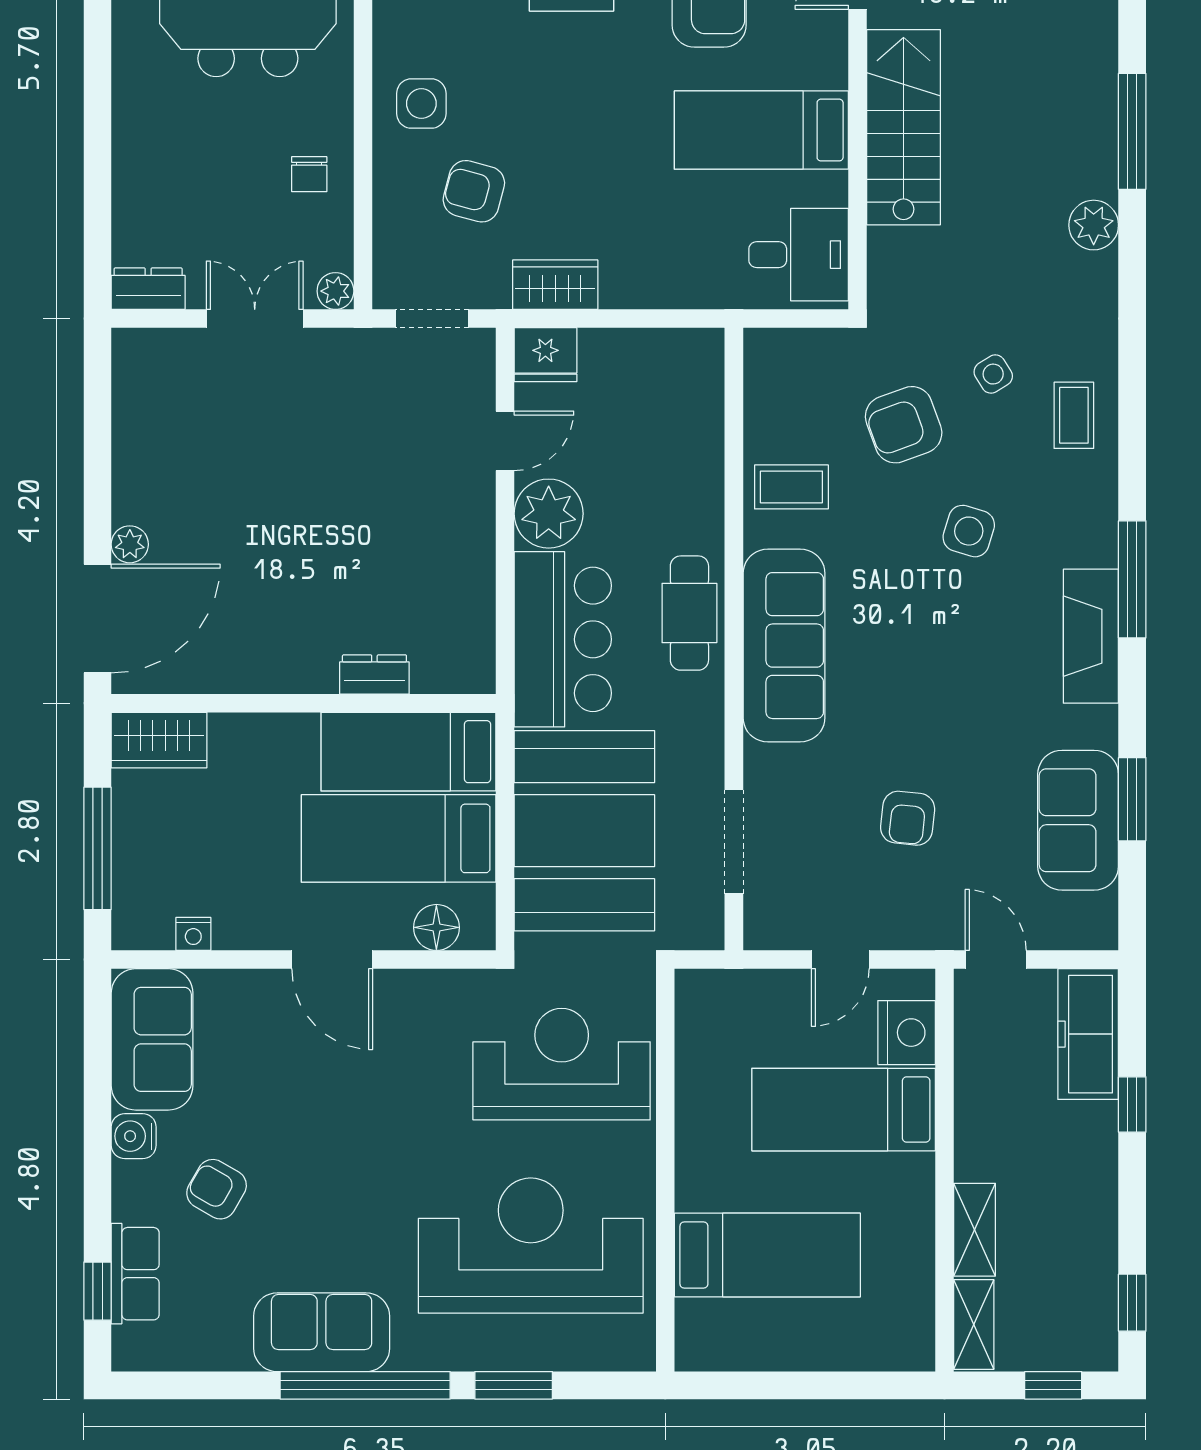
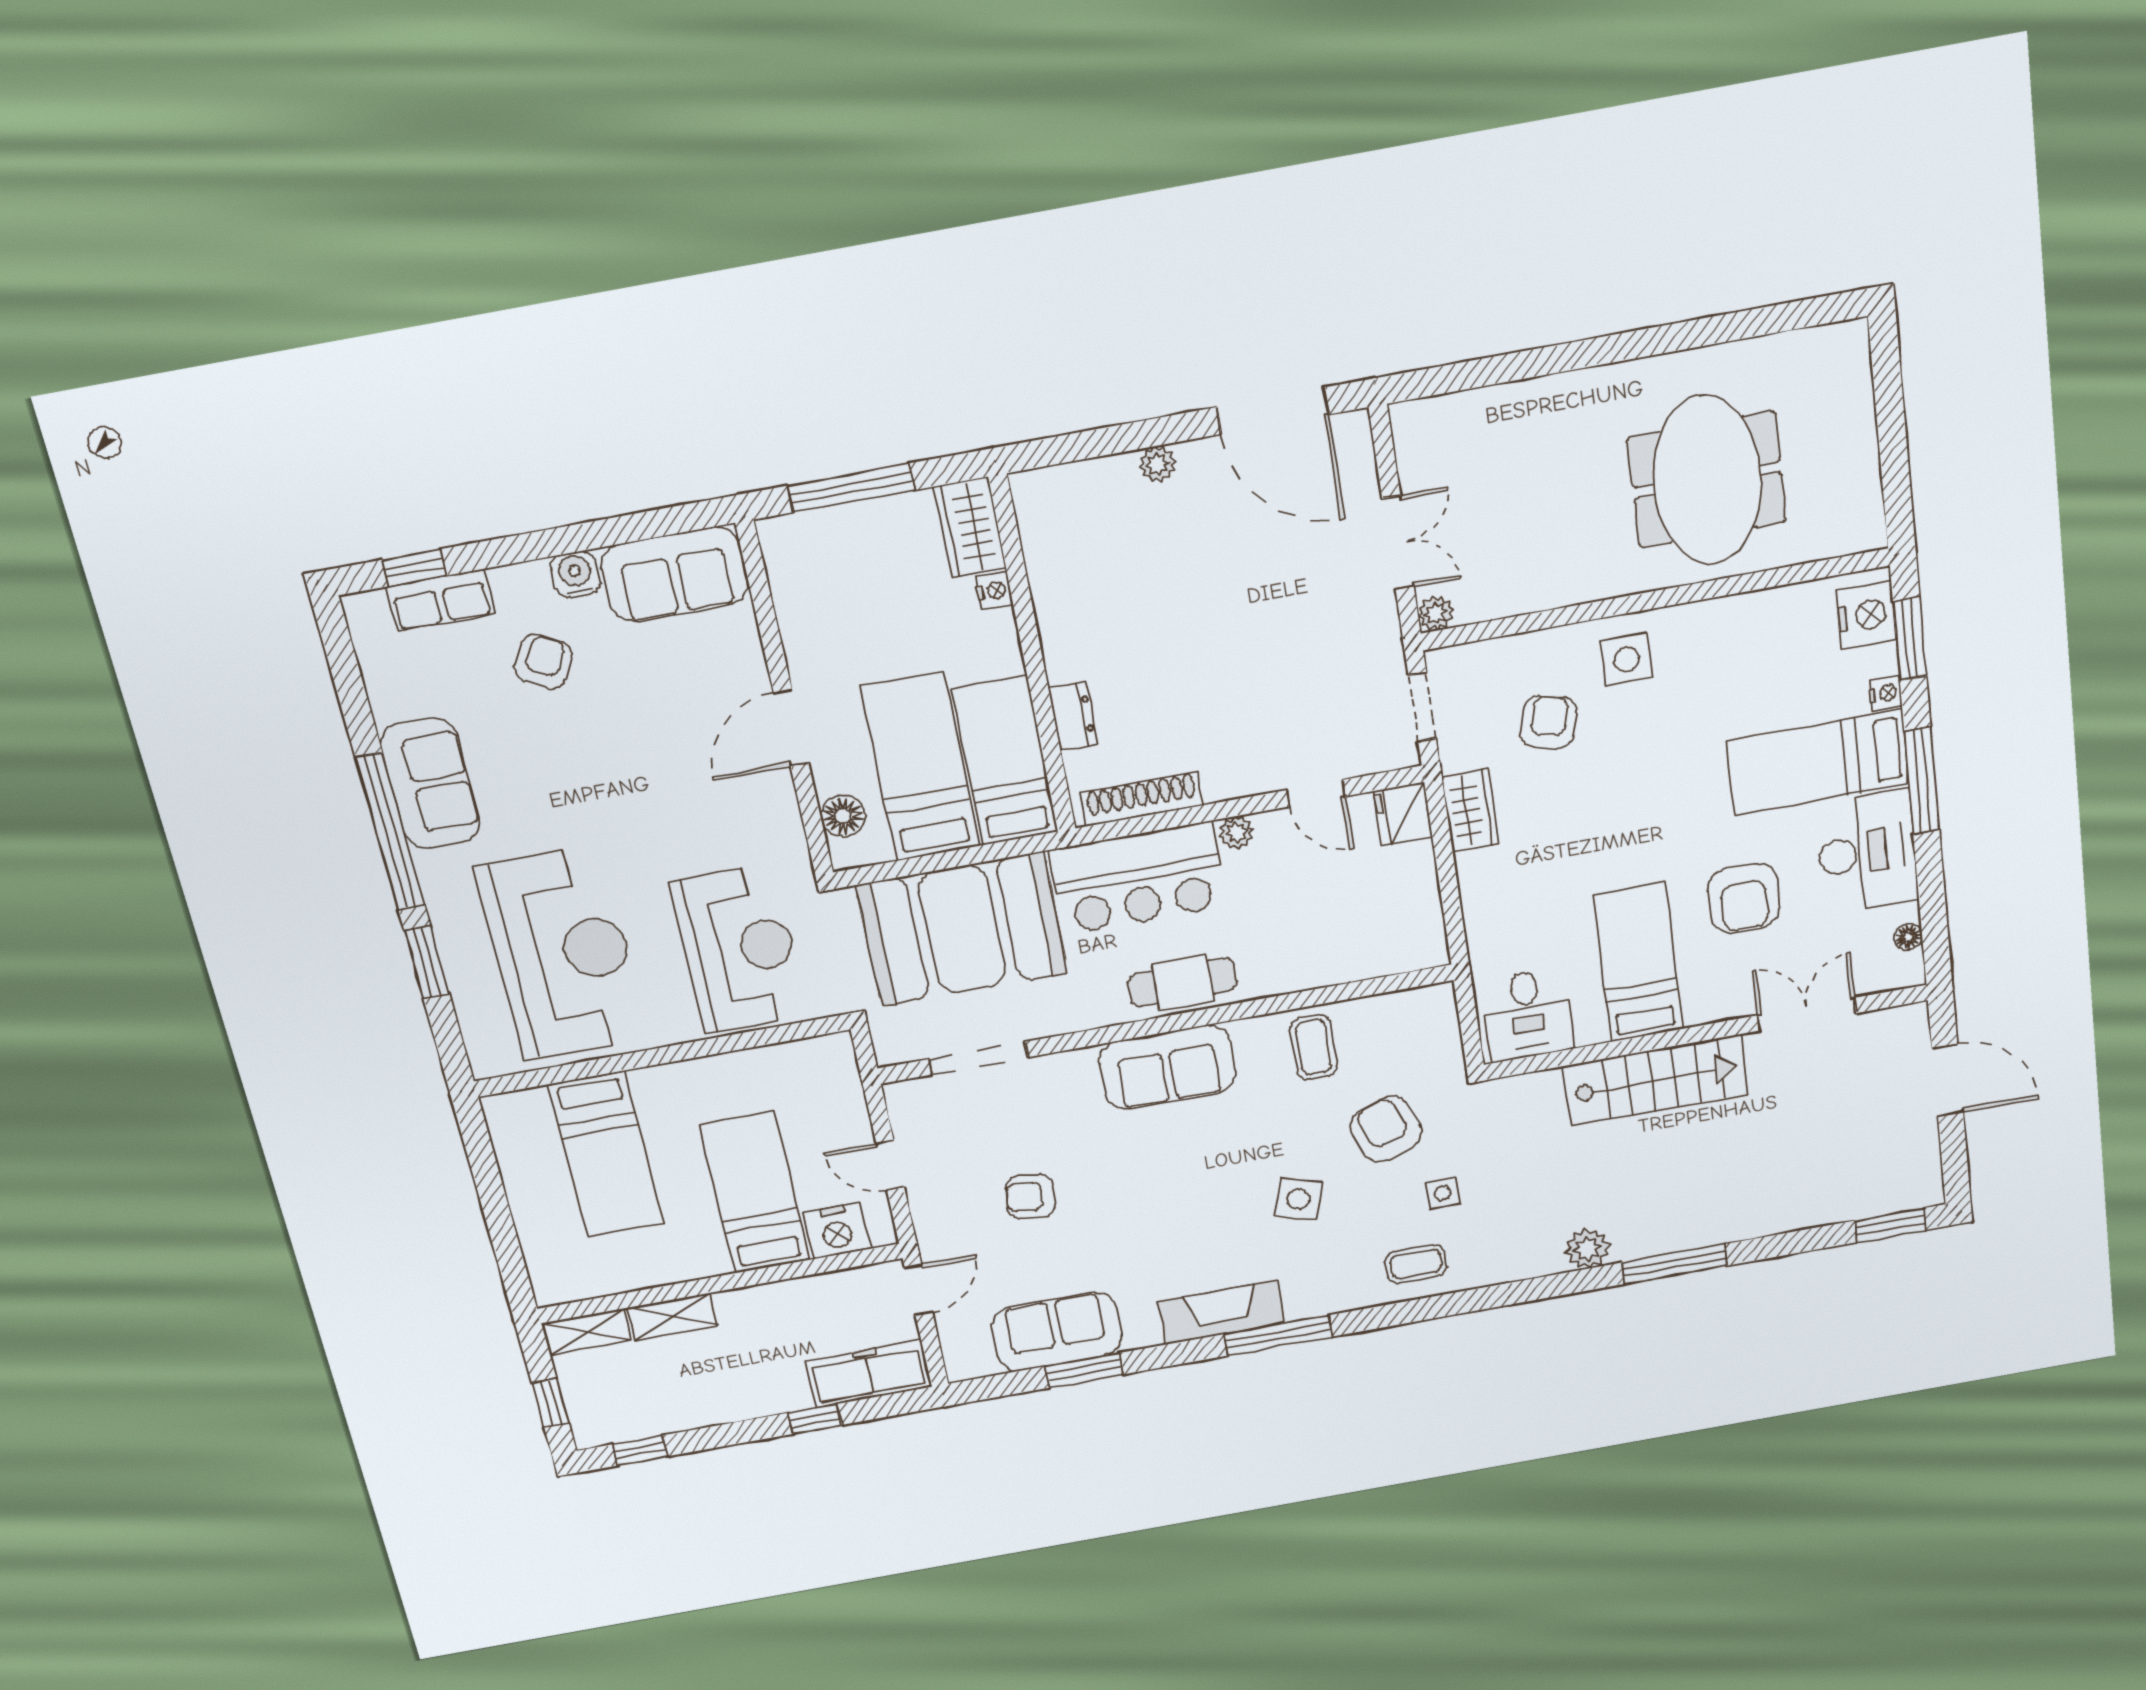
chair: (309, 174) -> (1545, 568), removed
dresser: (148, 289) -> (1413, 436), removed
side table: (993, 374) -> (1443, 1193), turned 32
plant: (549, 514) -> (1236, 833), width x0.53, depth x0.53
door: (97, 619) -> (1273, 411), moved
shoe rack: (477, 620) -> (1142, 799), added
sofa: (784, 646) -> (1167, 1067), width x0.73
nightstand: (193, 934) -> (994, 591), moved, turned 180

